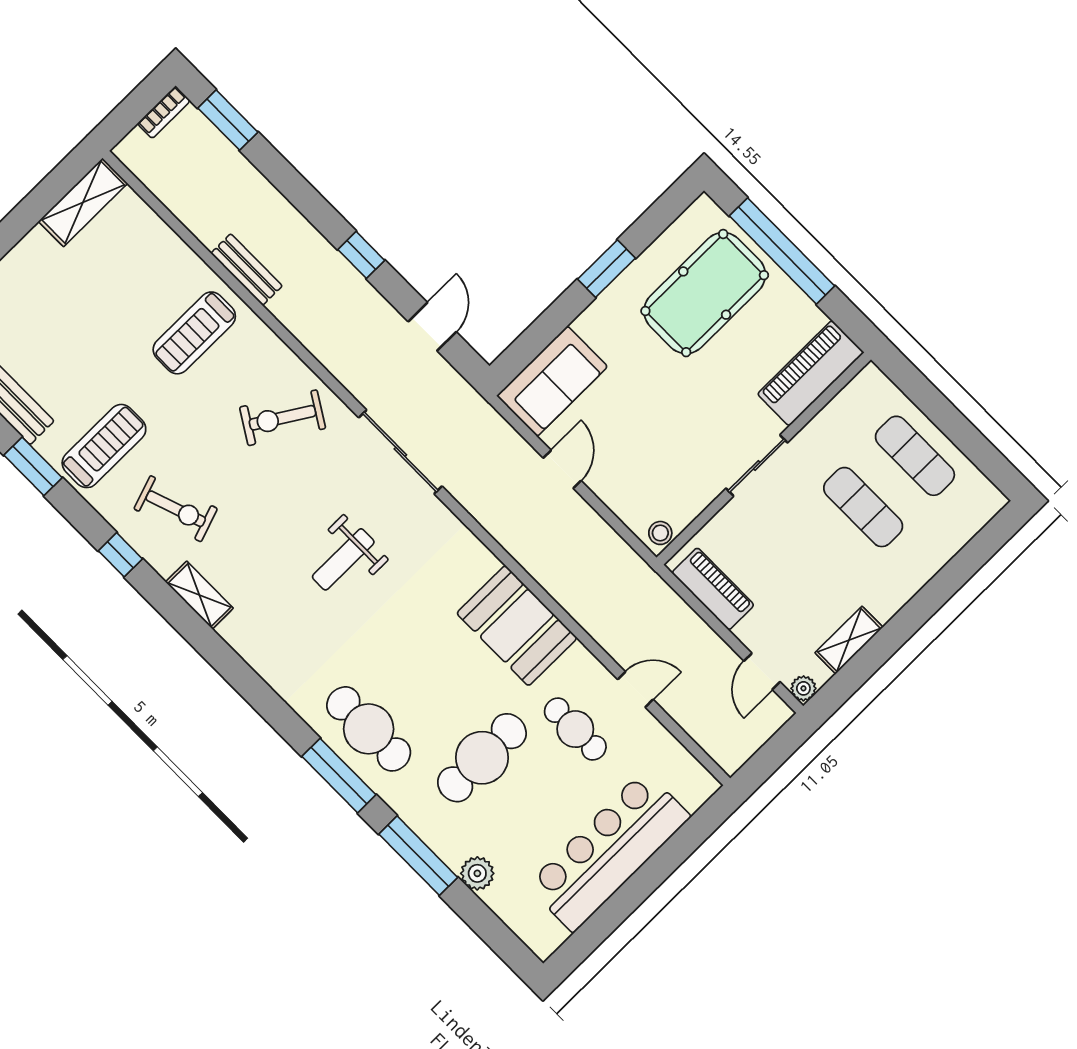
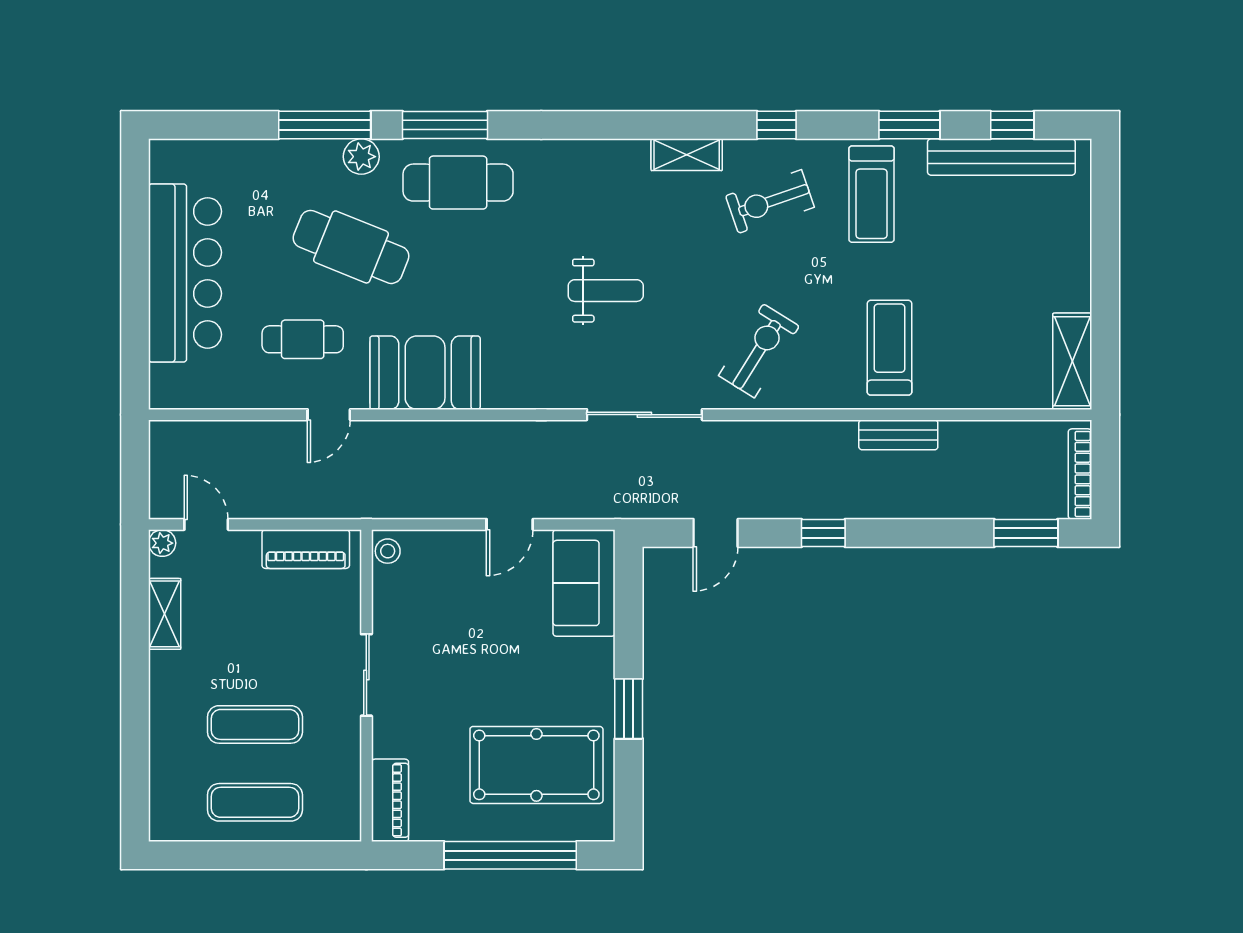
bookcase: (164, 112) -> (1080, 474), width x1.56
pool table: (705, 293) -> (536, 765), turned 90
door: (432, 327) -> (716, 533), hinge flipped
piano: (811, 373) -> (390, 800), width x0.73, depth x0.75
door: (562, 469) -> (510, 524), hinge flipped
weight bench: (343, 559) -> (606, 291), turned 90
door: (635, 689) -> (329, 415), moved
cafe table: (482, 758) -> (351, 247), turned -68
plant: (477, 873) -> (361, 157), moved

